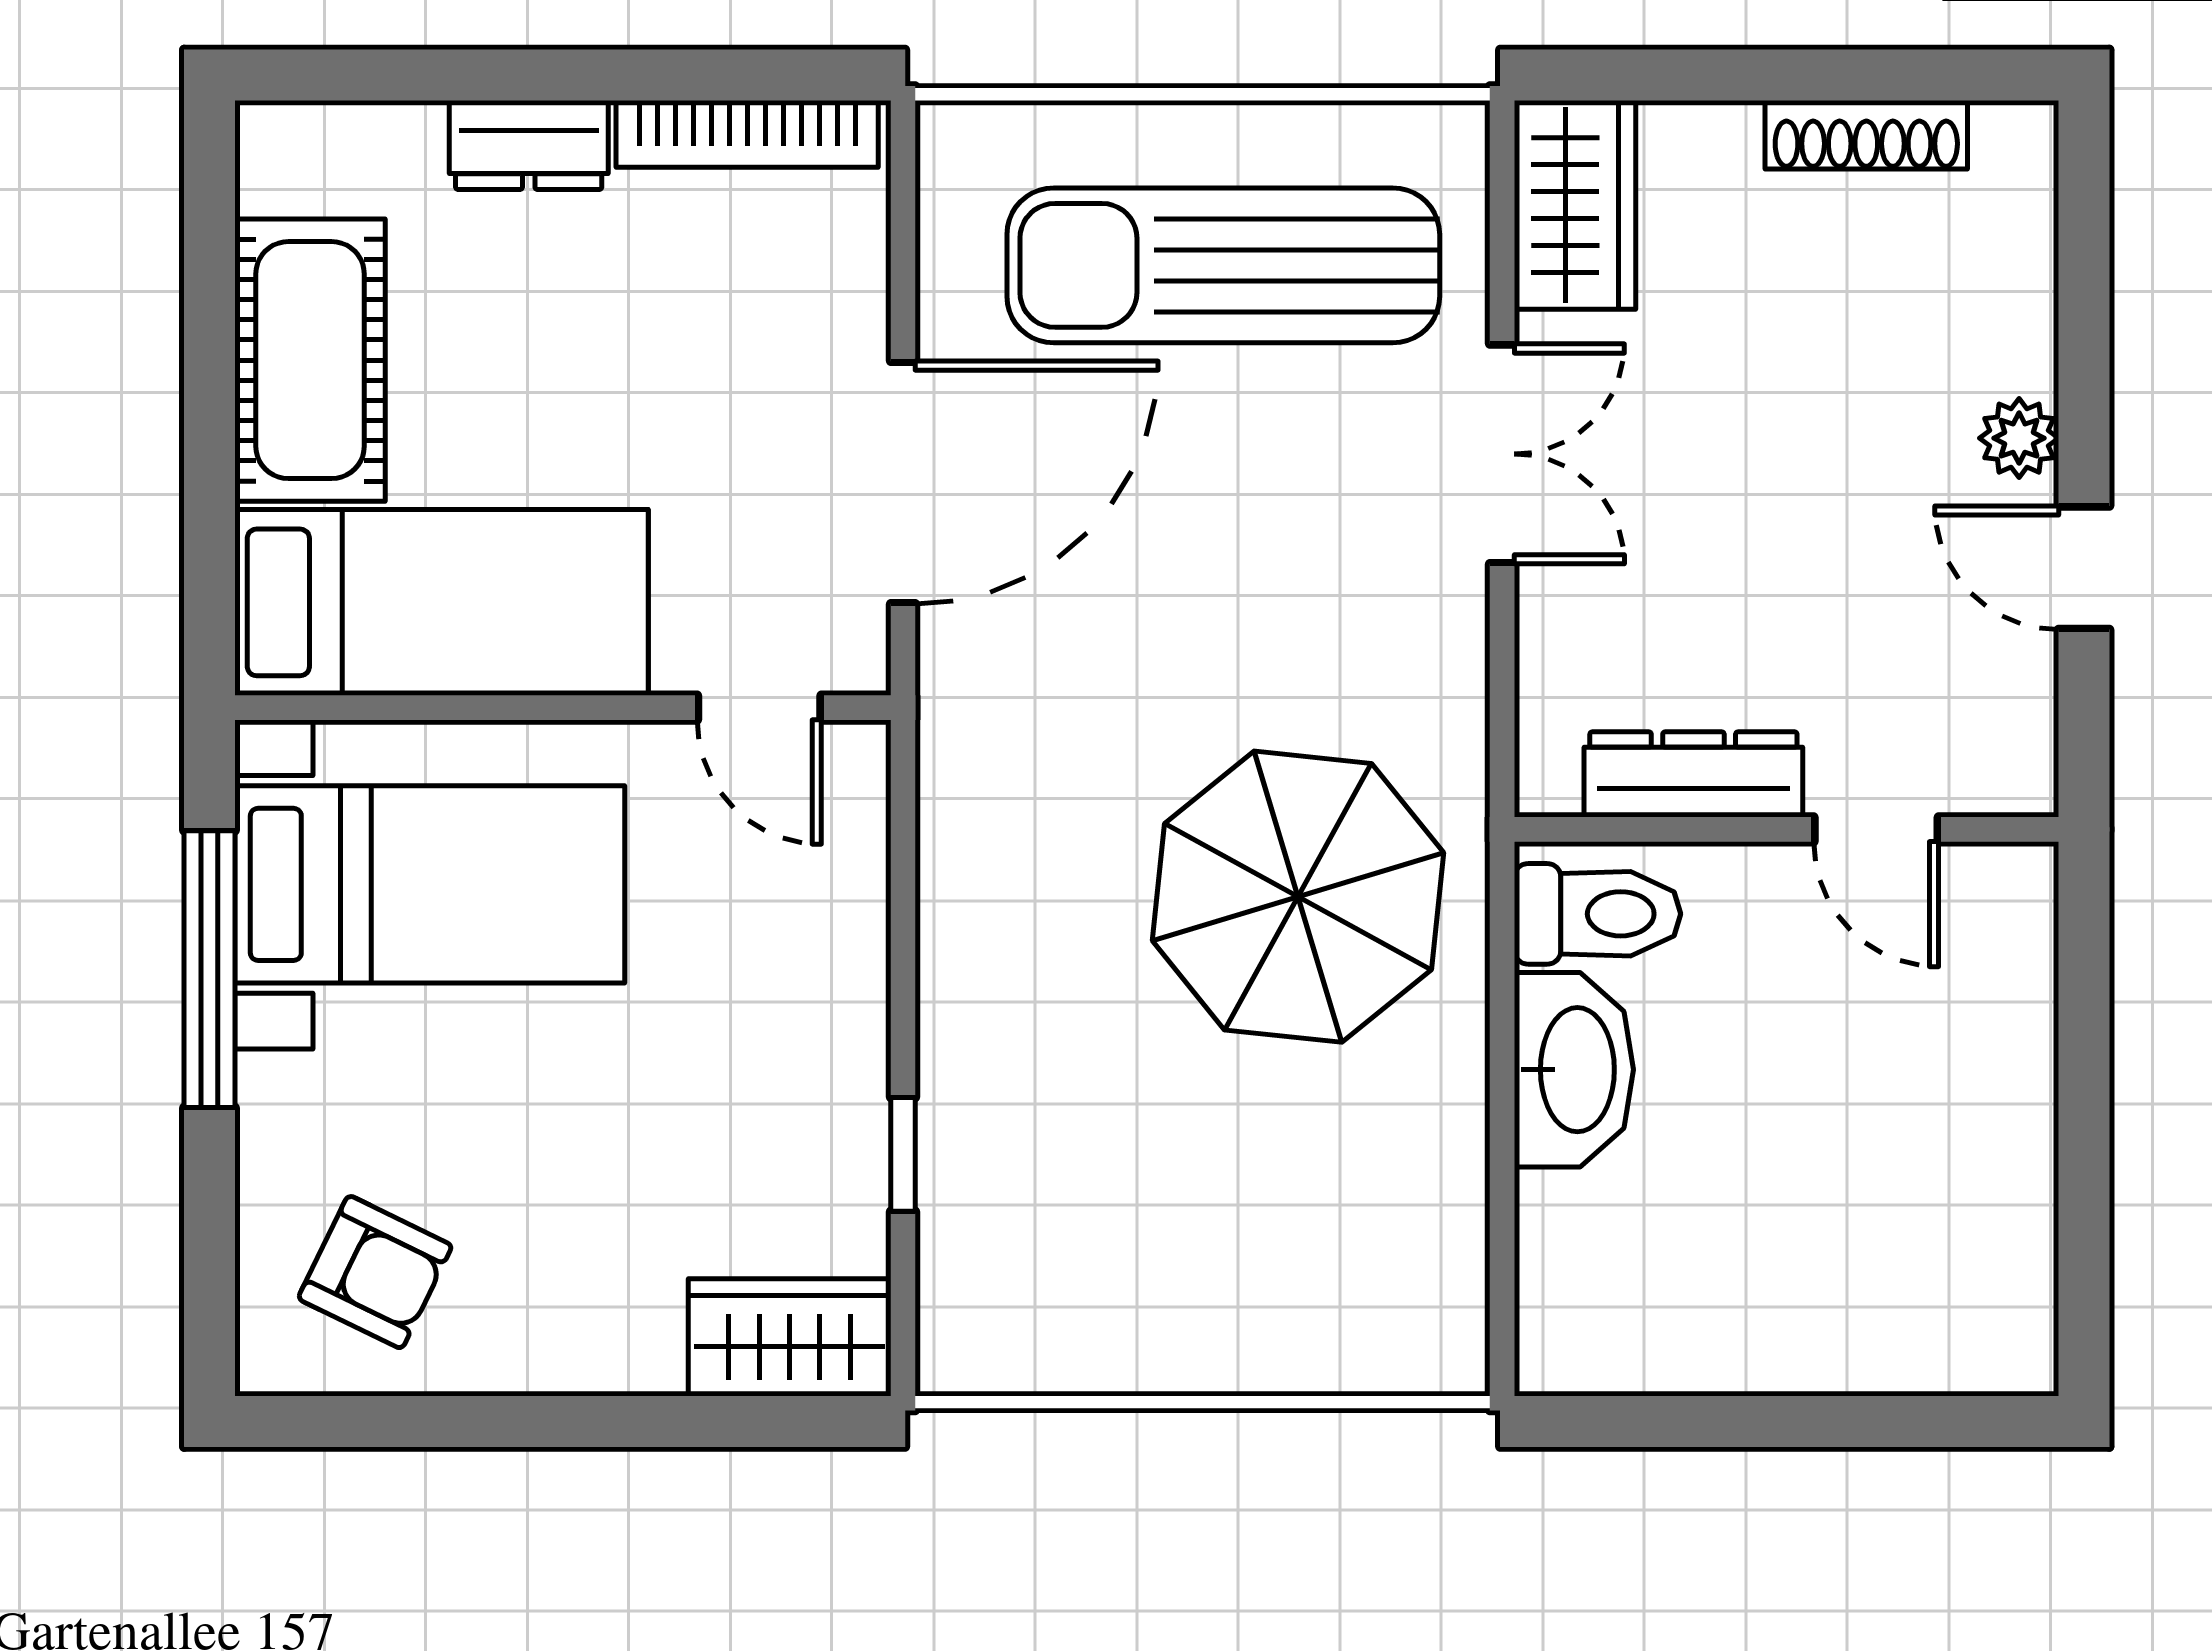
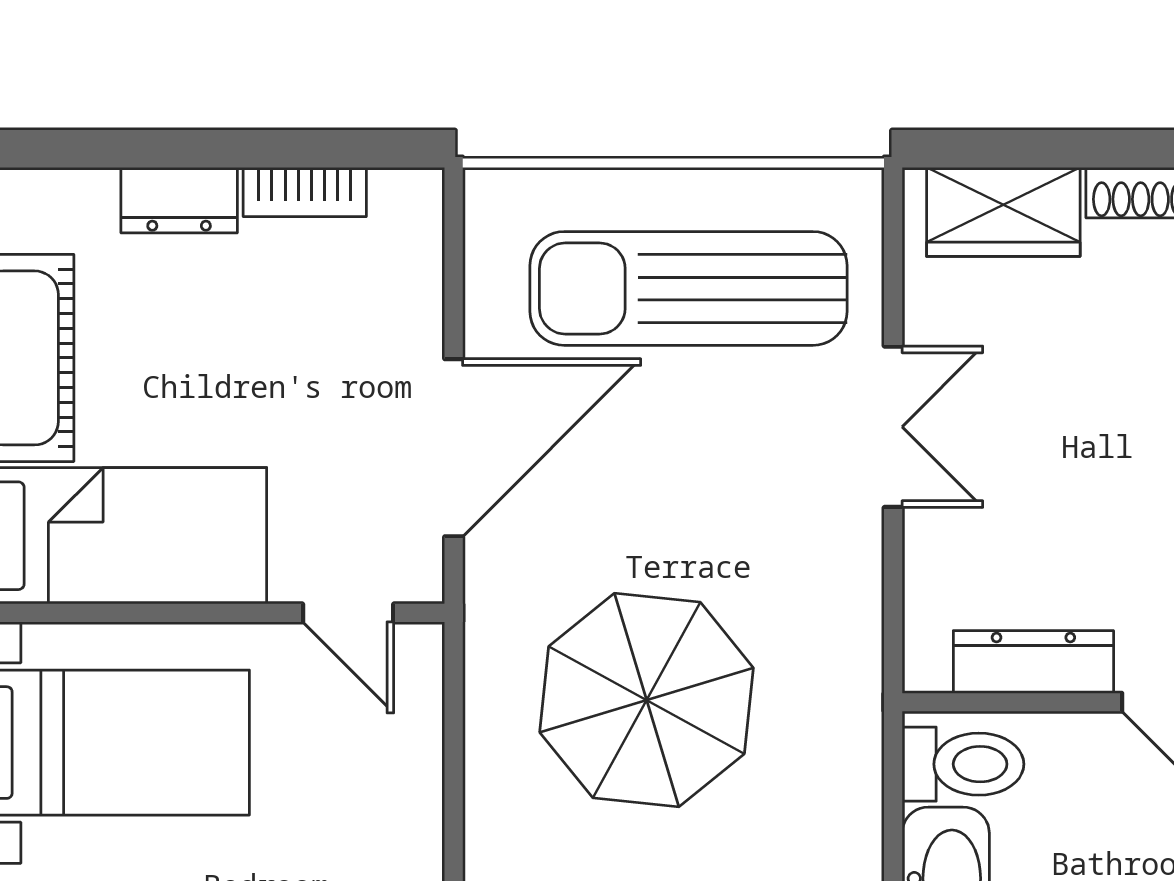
bookcase: (747, 134) -> (305, 192), width x0.64
wardrobe: (1575, 205) -> (1003, 212), moved, turned 90
parasol: (1298, 897) -> (647, 700), moved

